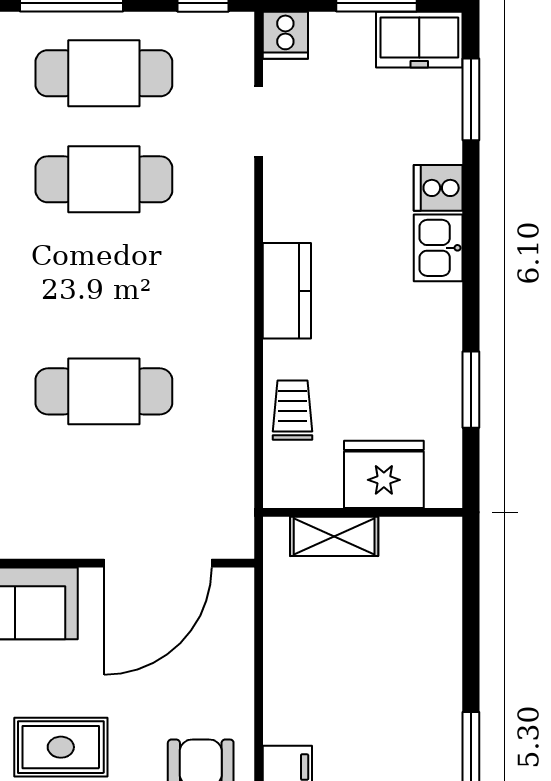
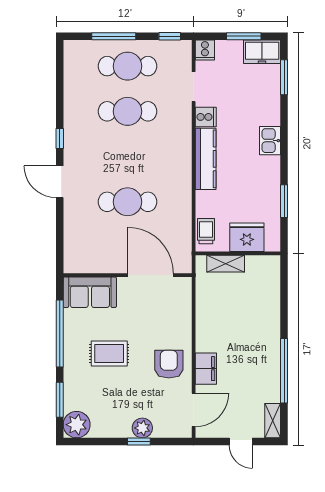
cooker: (438, 188) -> (206, 117), moved, turned 180
kitchen counter: (287, 291) -> (206, 159), width x1.50
trolley: (293, 410) -> (206, 231), moved
door: (158, 563) -> (151, 275), swing flipped

